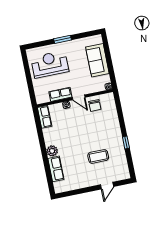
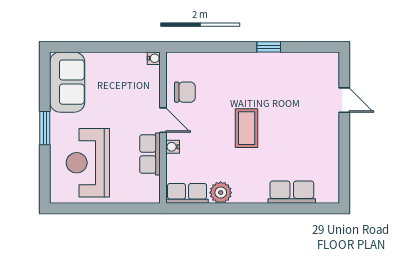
sofa: (97, 60) -> (67, 82), moved, turned -90
door: (79, 97) -> (163, 120), hinge flipped
plant: (52, 151) -> (221, 193), moved
coffee table: (98, 156) -> (247, 128), moved

